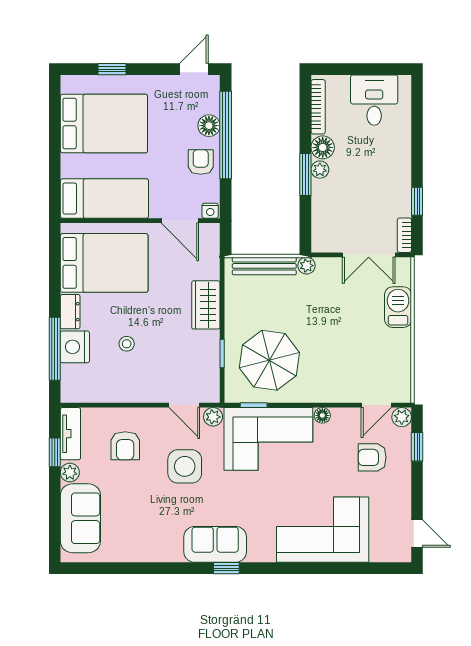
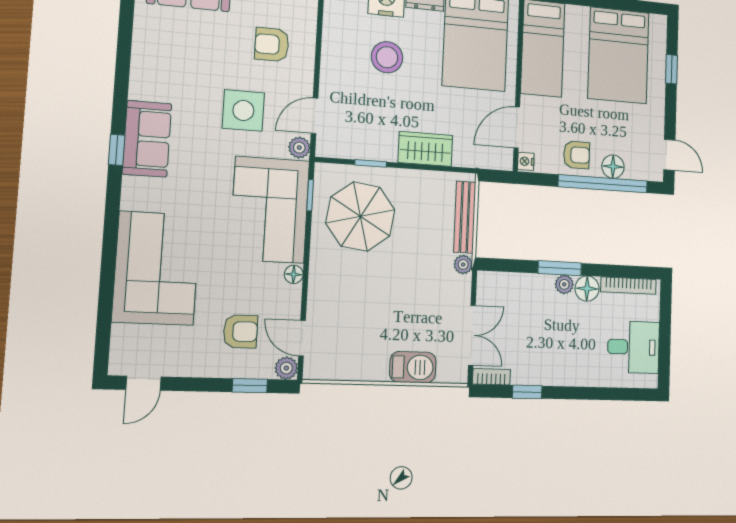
double door: (369, 255) -> (472, 335), swing flipped
stool: (127, 344) -> (387, 57), width x1.89, depth x1.89
armchair: (372, 457) -> (240, 331), turned 90

